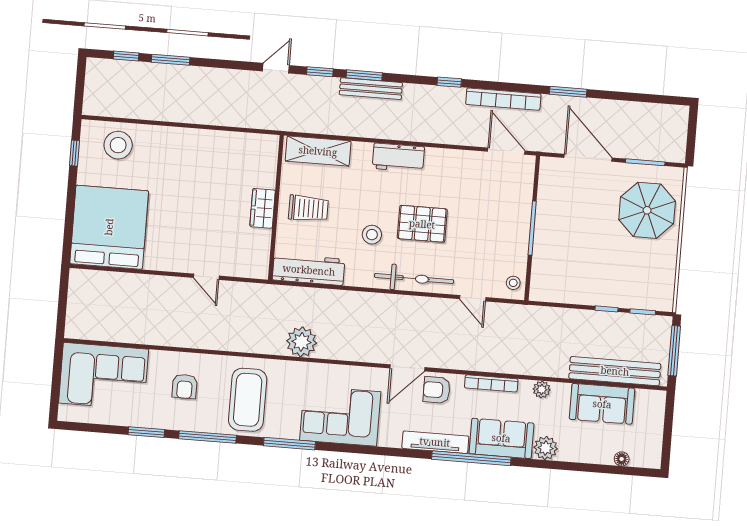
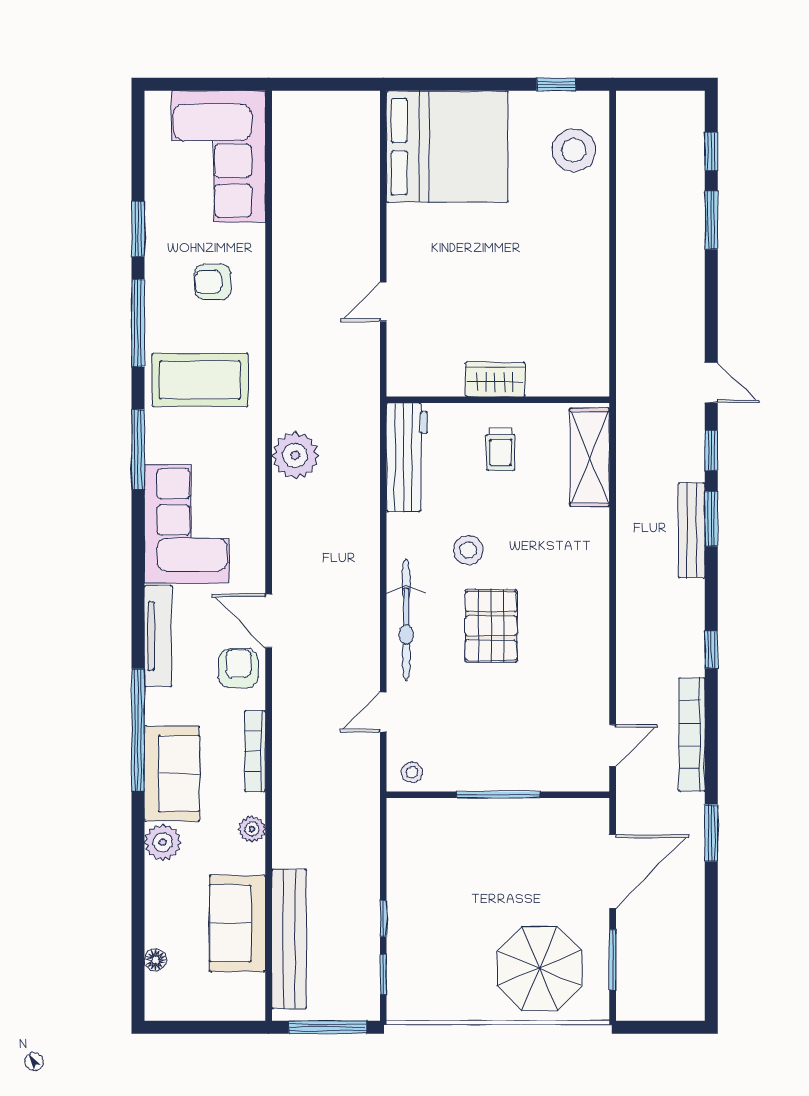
door: (506, 151) -> (613, 745), width x0.73
workbench: (398, 158) -> (589, 581), removed
trolley: (308, 208) -> (501, 449), width x0.73, depth x0.72
tv unit: (435, 442) -> (158, 636), moved

